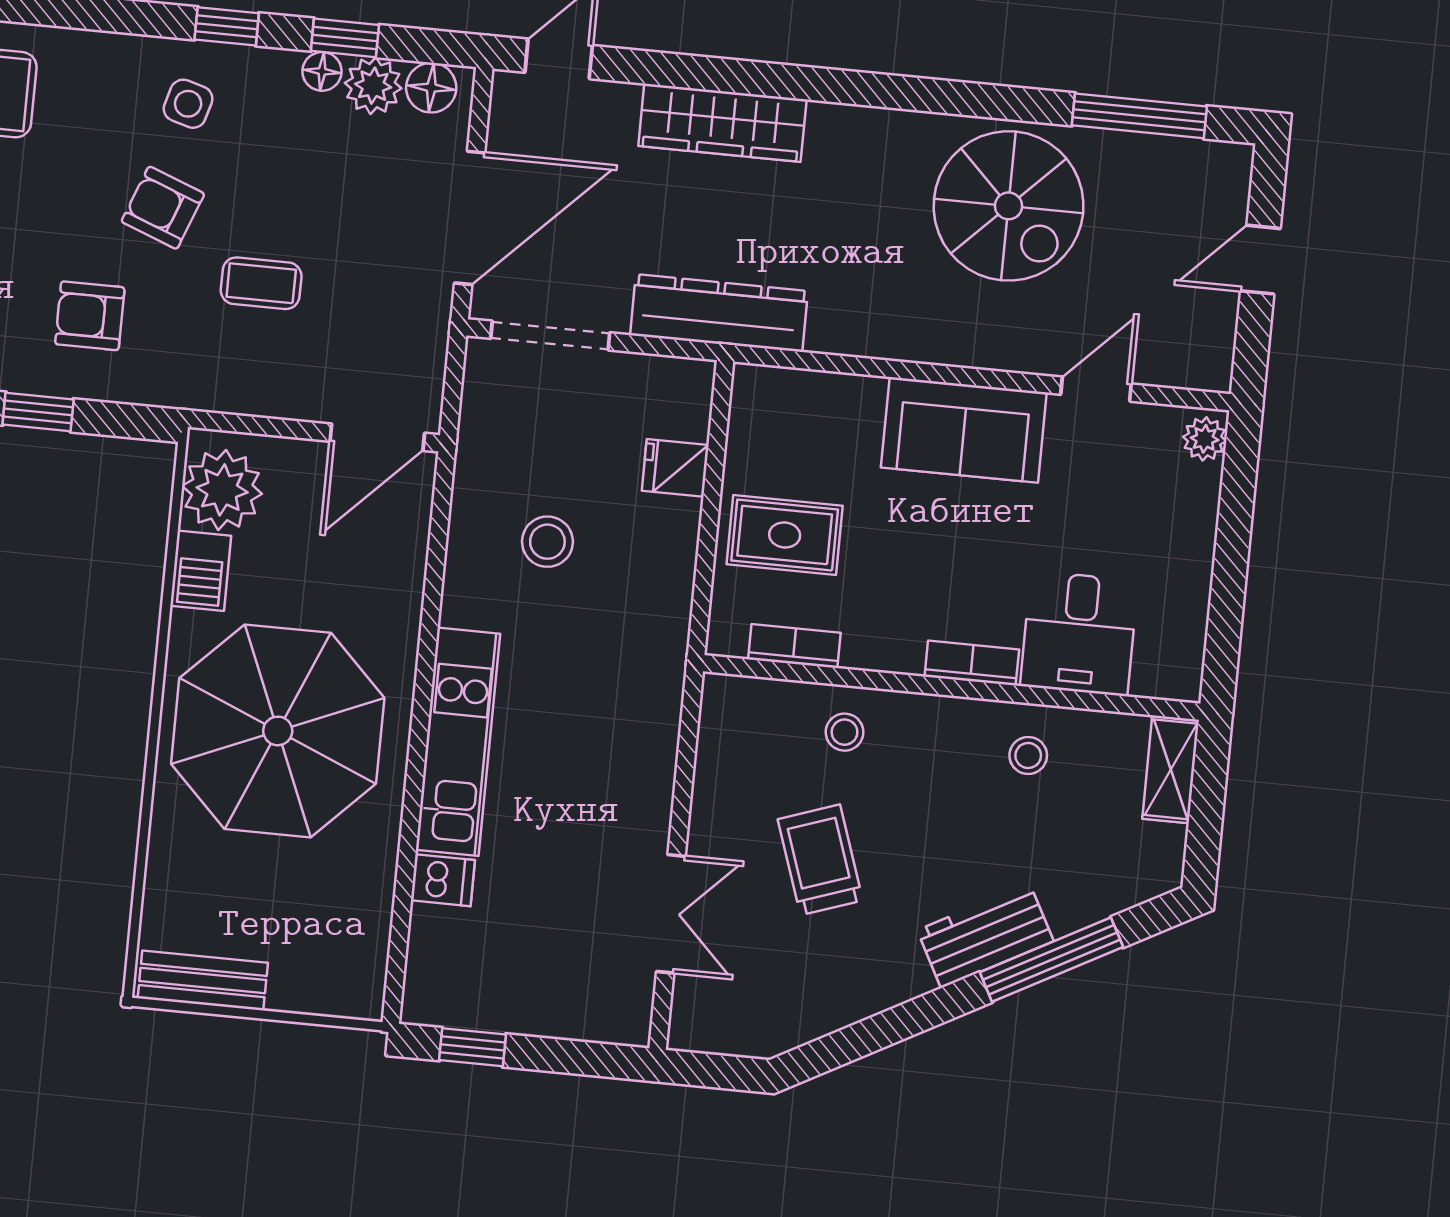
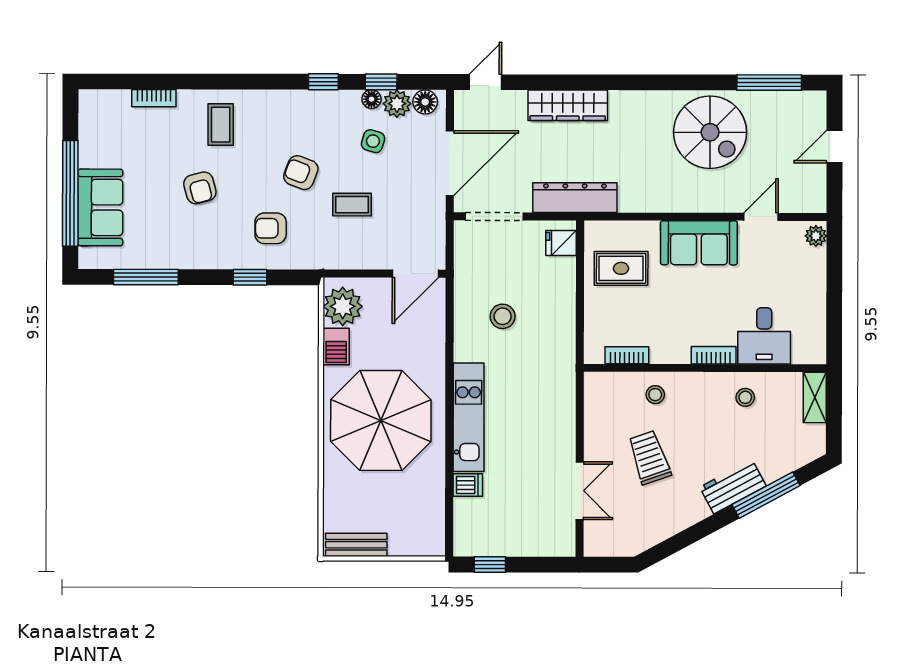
side table: (188, 104) -> (373, 141), moved
fridge: (675, 468) -> (561, 243), moved
rug: (785, 535) -> (621, 268), moved

